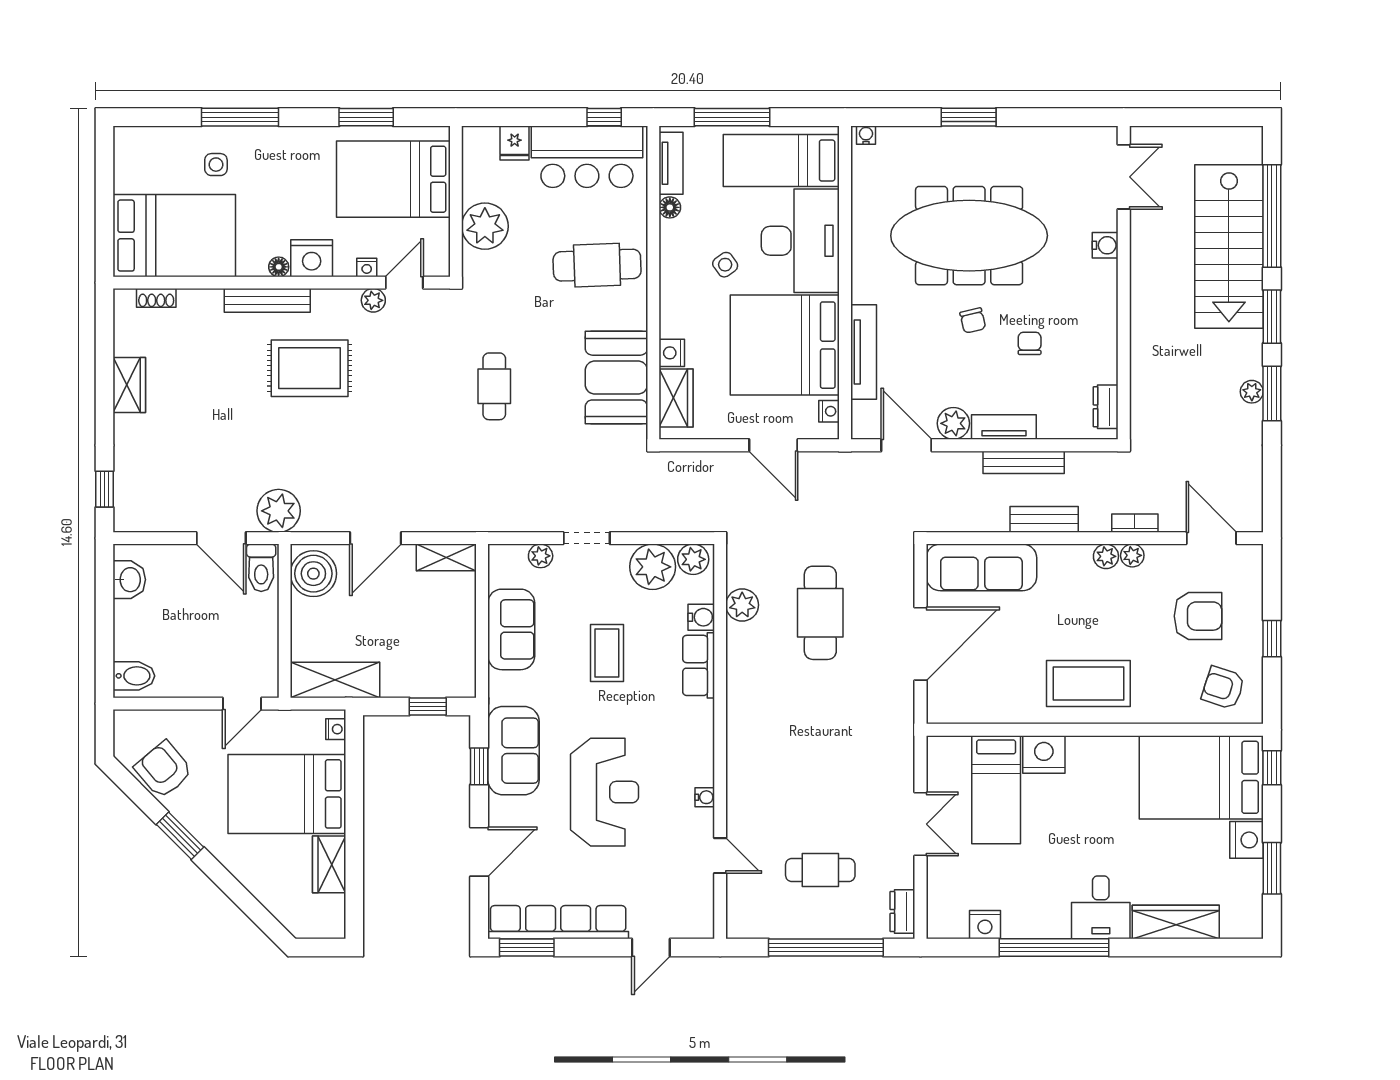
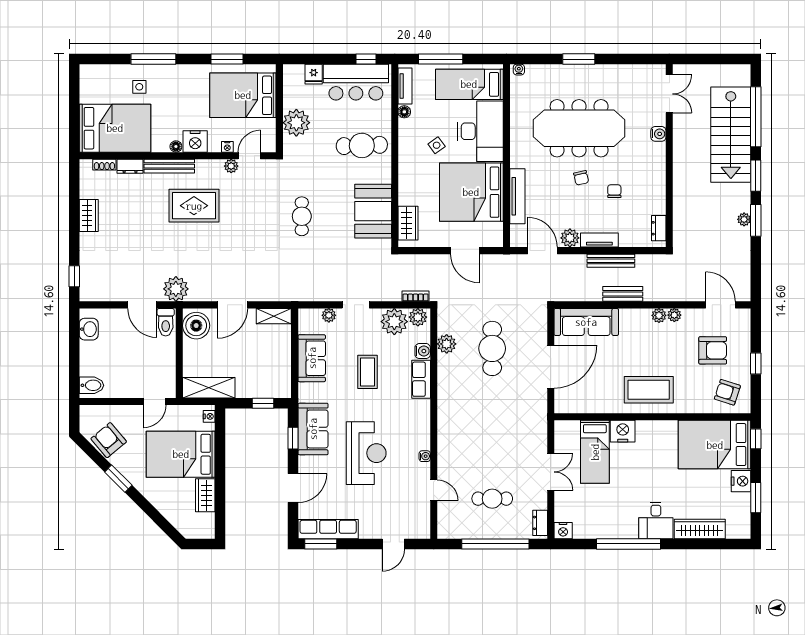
dresser: (200, 301) -> (130, 166), added
nightstand: (672, 353) -> (405, 197), removed
nightstand: (829, 411) -> (497, 231), removed
bookcase: (1135, 523) -> (416, 296), moved
row of seats: (558, 922) -> (328, 529), width x0.73
nightstand: (985, 925) -> (563, 531), moved

